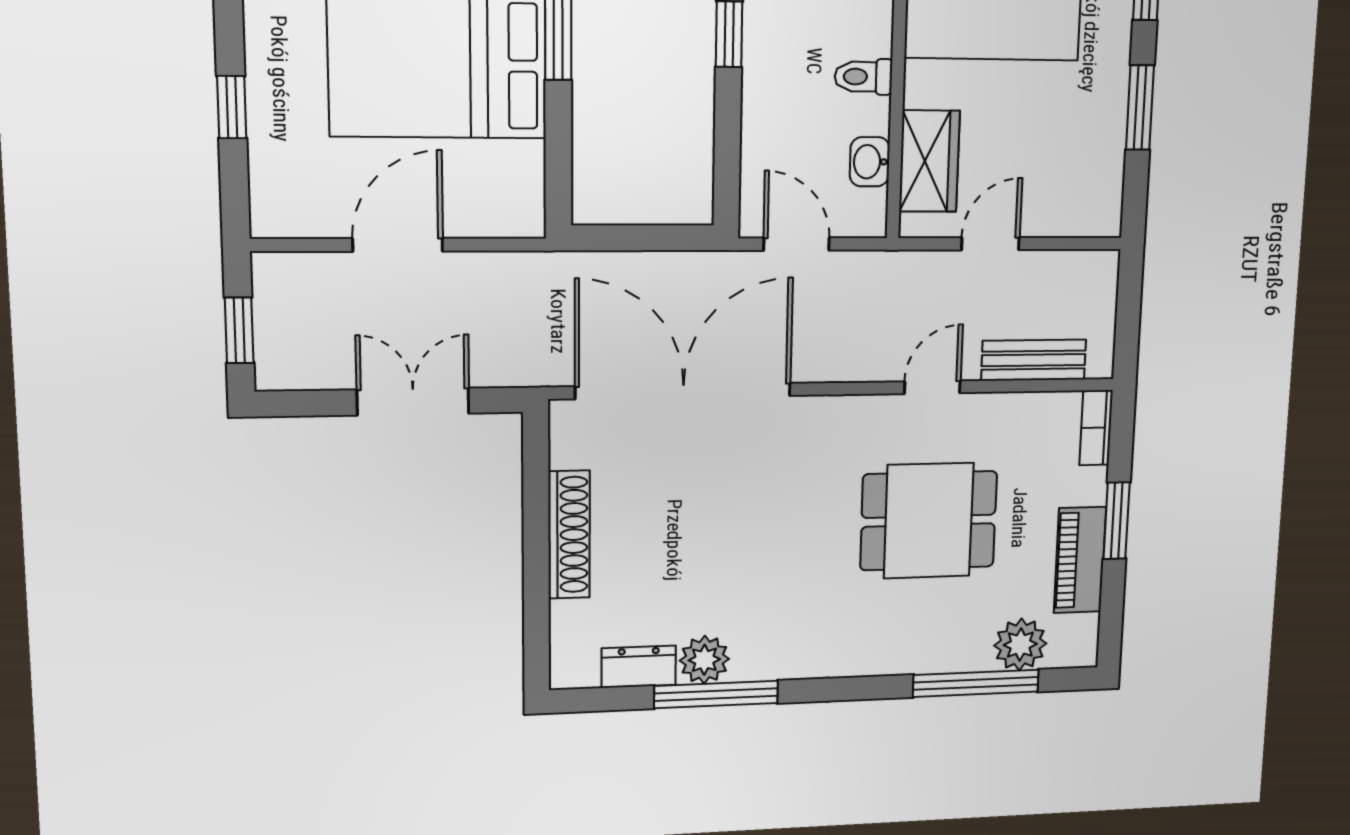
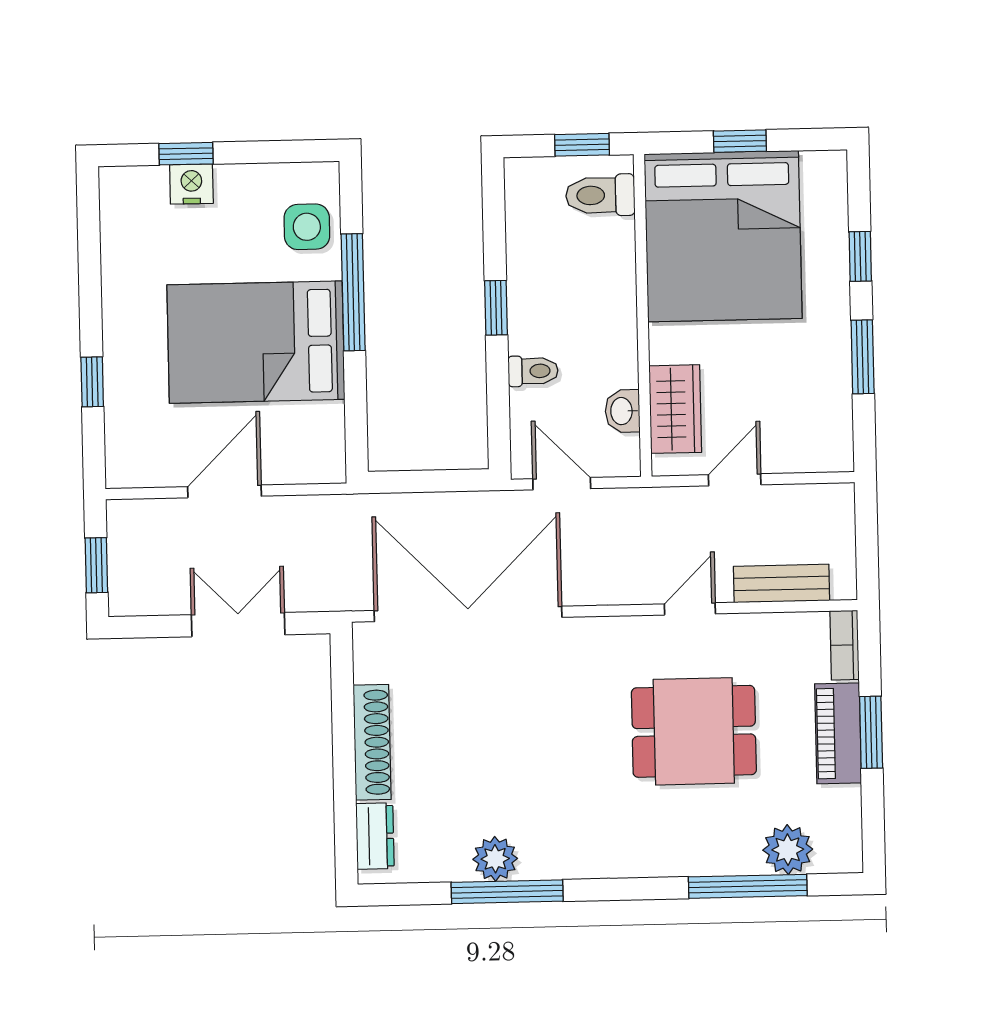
toilet: (863, 77) -> (533, 371), moved, turned 180
piano: (1080, 560) -> (838, 733), moved
dresser: (639, 667) -> (375, 836), moved, turned 90

